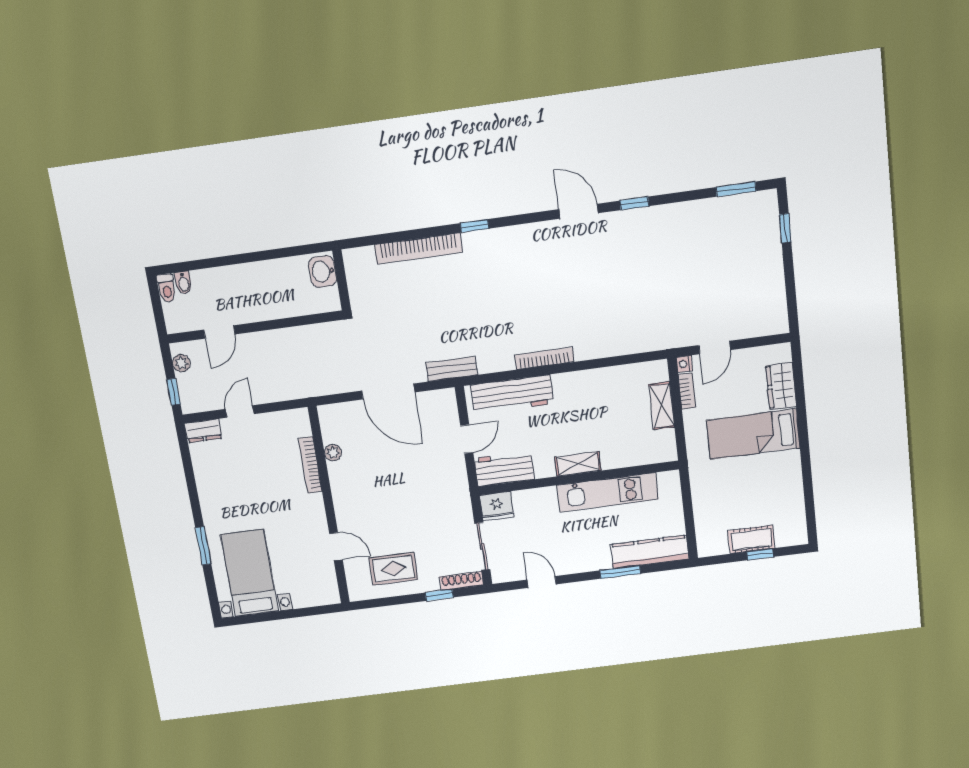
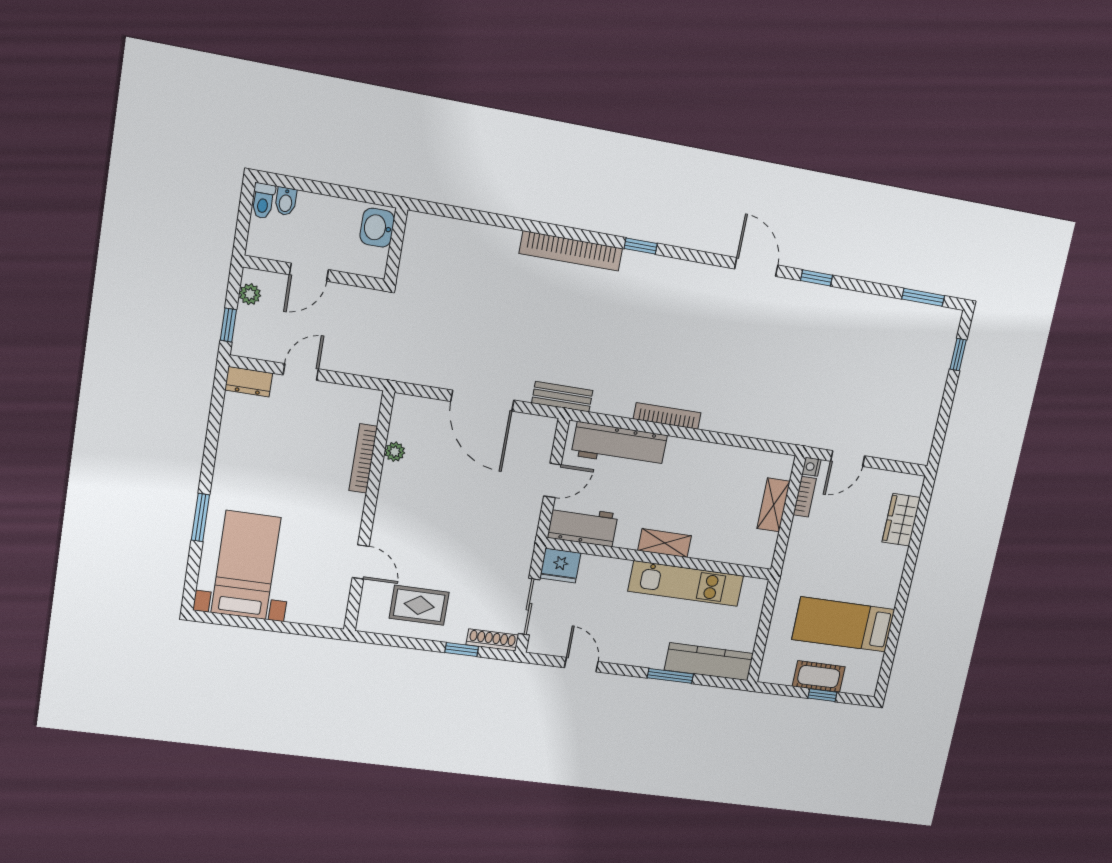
washbasin: (323, 271) -> (377, 228), moved
wall: (342, 280) -> (396, 245), moved
bed: (753, 434) -> (843, 624), moved

